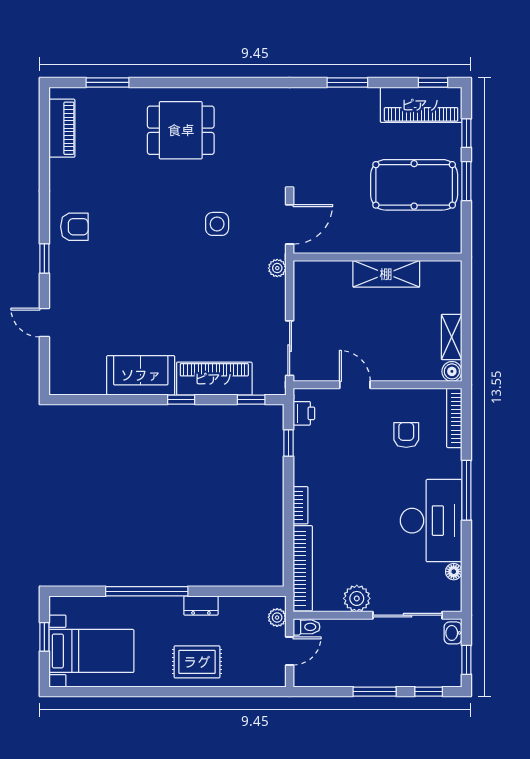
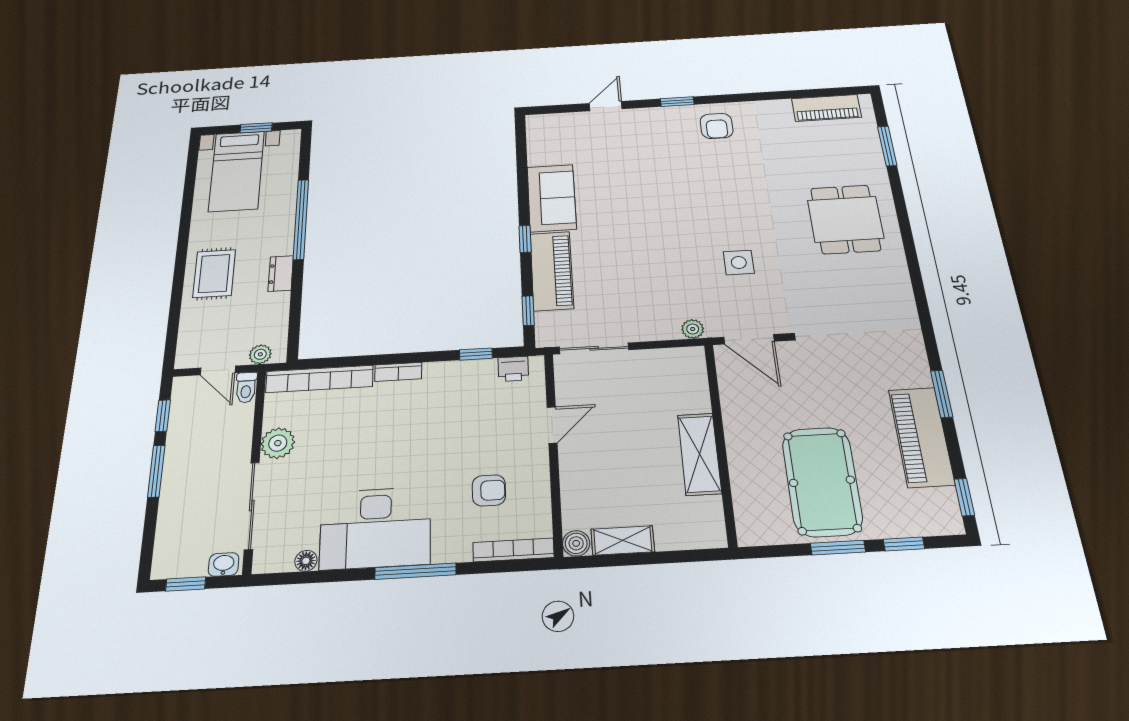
piano: (421, 105) -> (921, 437), moved
window: (429, 692) -> (163, 416), moved

